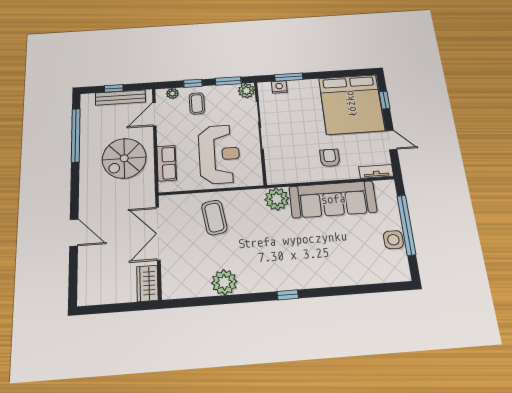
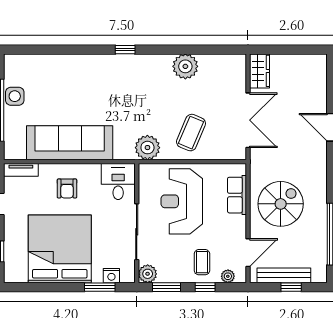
bed: (351, 104) -> (60, 249), moved
desk: (282, 167) -> (118, 181), added
plant: (277, 199) -> (147, 148), moved
coffee table: (214, 218) -> (191, 133), turned 32

